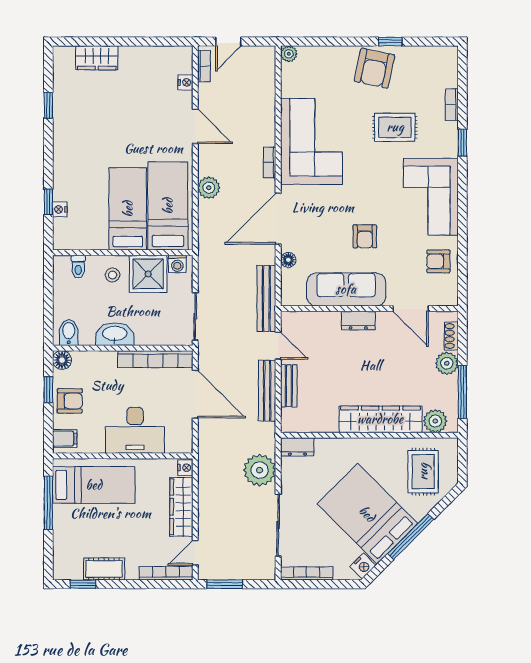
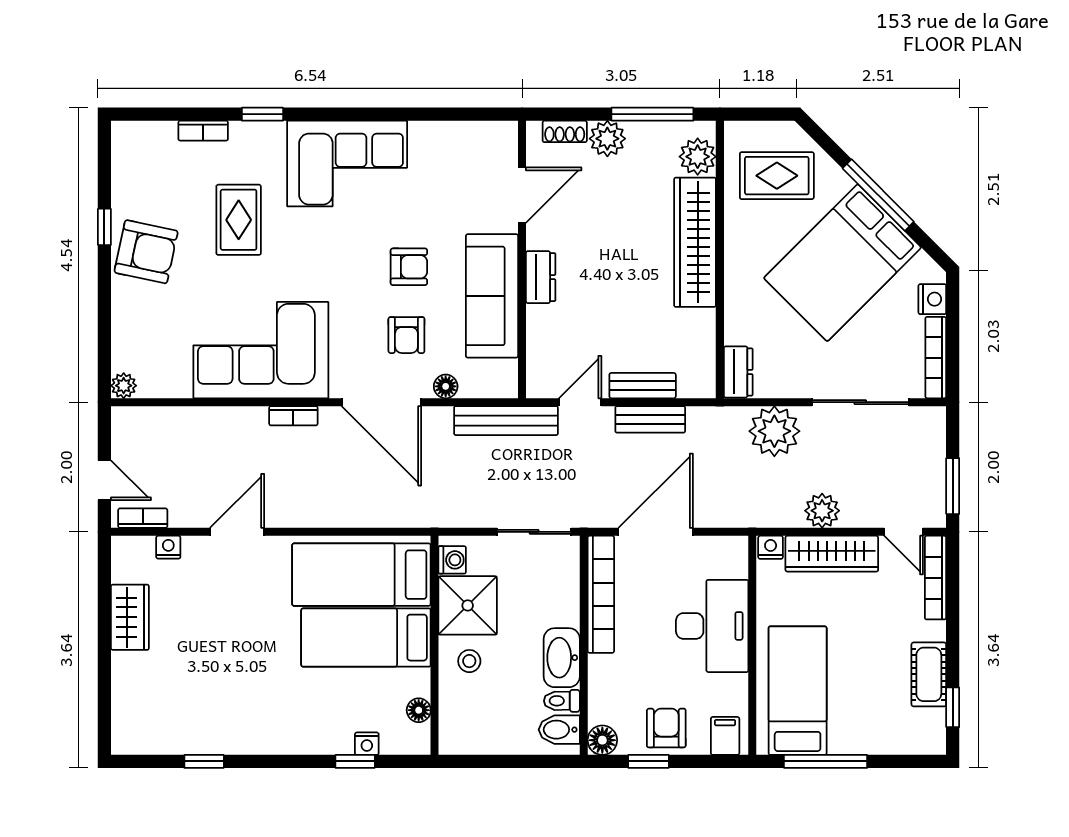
wardrobe: (97, 58) -> (130, 617), moved
plant: (209, 188) -> (822, 511), moved
floor lamp: (81, 243) -> (419, 710), added
armchair: (438, 261) -> (406, 335), moved
toilet: (78, 267) -> (562, 701), moved, turned 180
bench: (267, 391) -> (650, 419), width x0.73
nightstand: (363, 566) -> (932, 299), moved, turned 45

